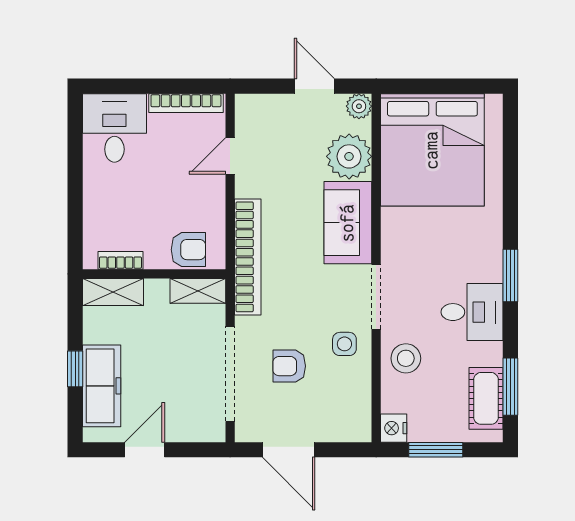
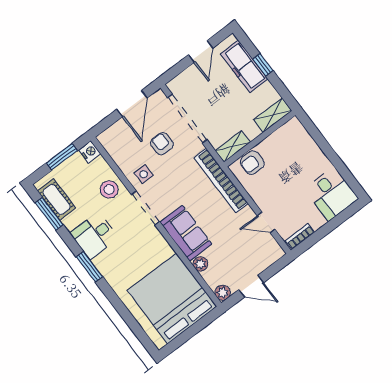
bookcase: (186, 103) -> (300, 236), width x0.64
door: (230, 156) -> (266, 222), swing flipped
plant: (349, 156) -> (200, 264), width x0.53, depth x0.53
bookcase: (120, 260) -> (281, 133), removed
armchair: (289, 366) -> (162, 144), turned -90
door: (289, 450) -> (132, 104), swing flipped

